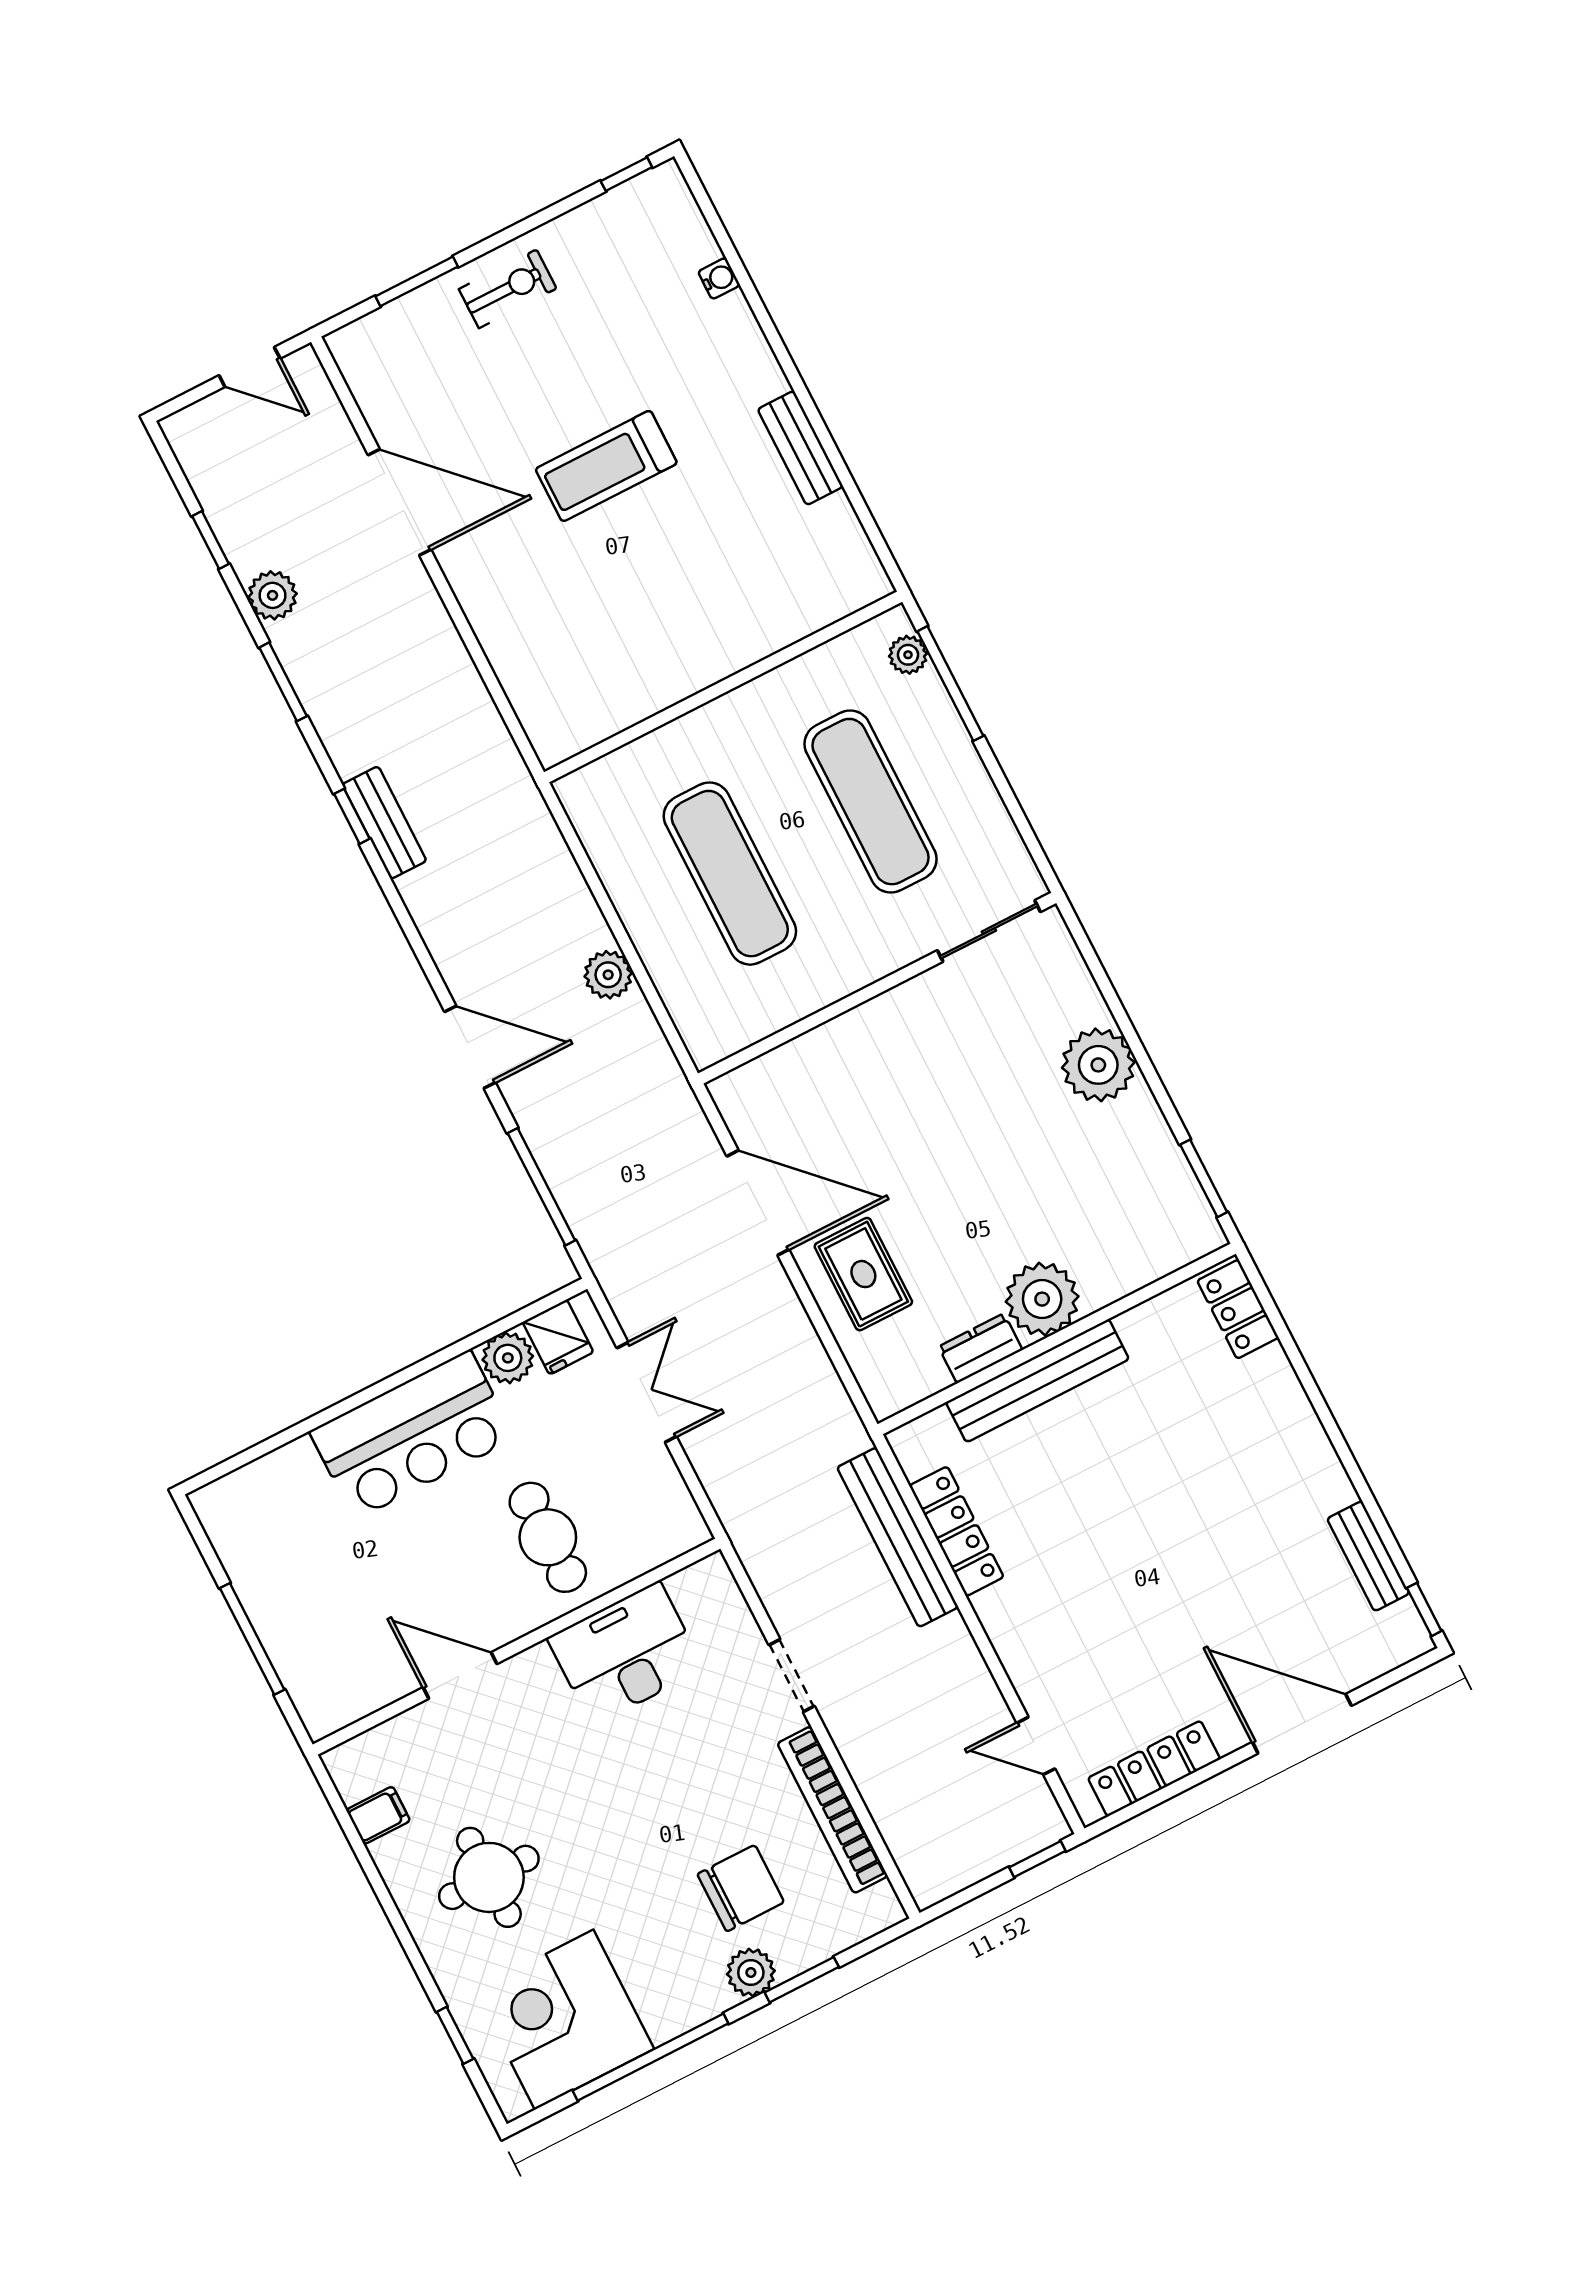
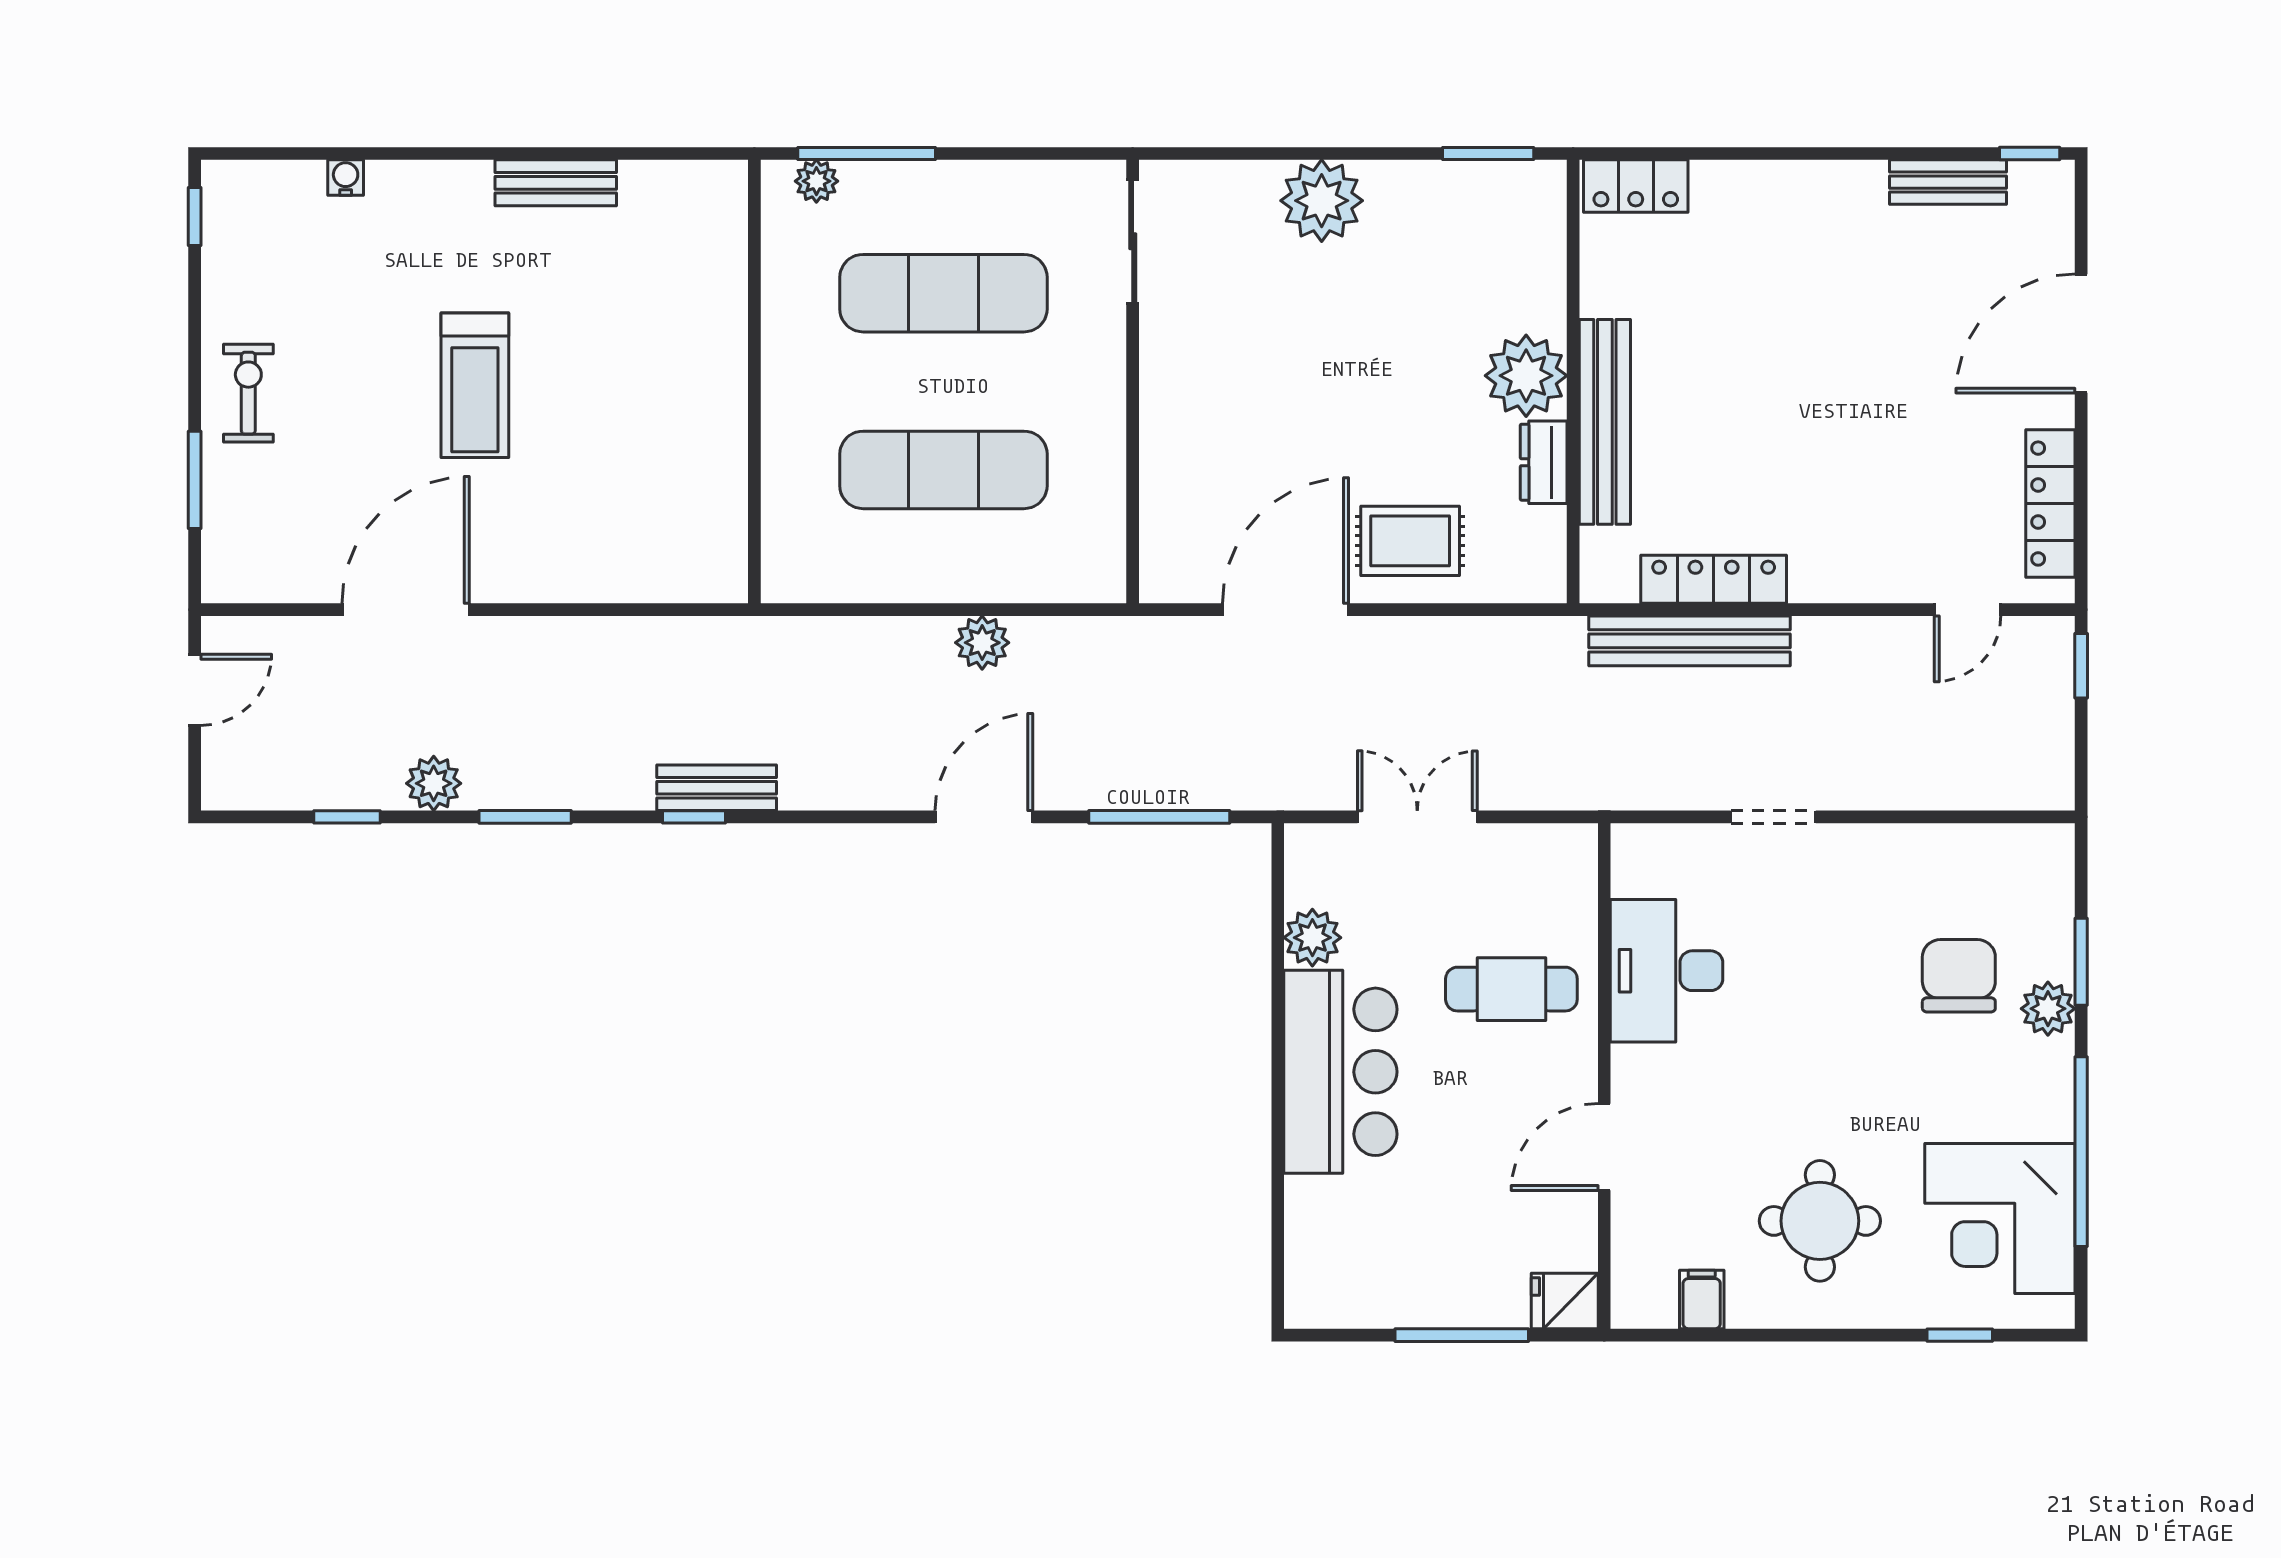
fridge: (558, 1337) -> (1565, 1301), moved, turned 180
bookcase: (832, 1810) -> (1928, 845), removed

